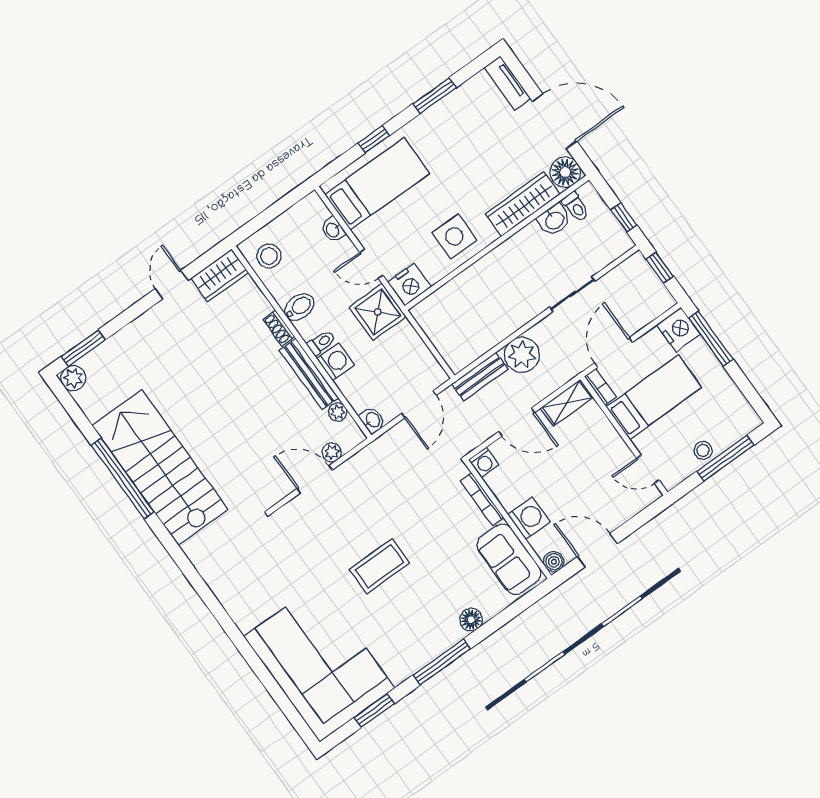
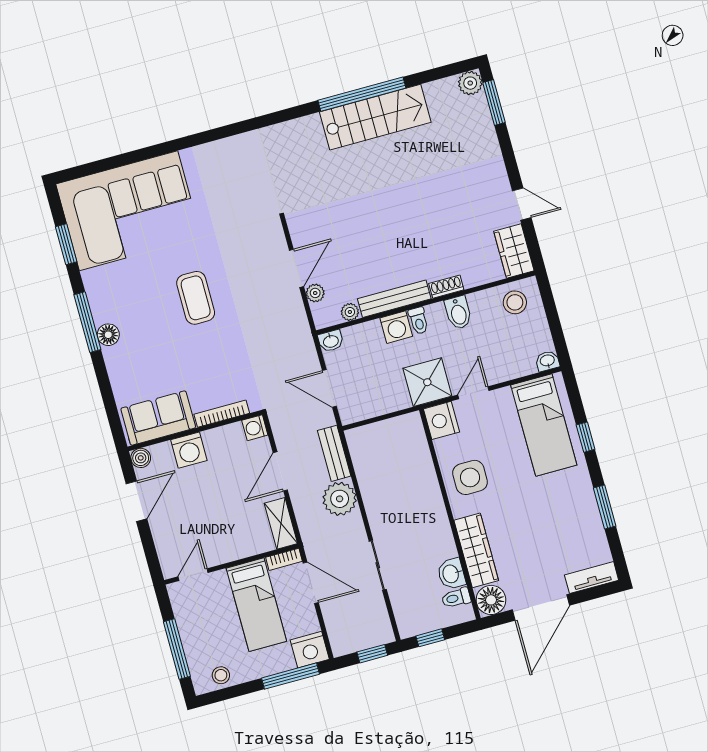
washbasin: (333, 230) -> (547, 361), moved
stool: (703, 450) -> (221, 675), moved
stairs: (160, 467) -> (375, 117), width x0.73, depth x0.66
floor lamp: (471, 620) -> (108, 335), moved

